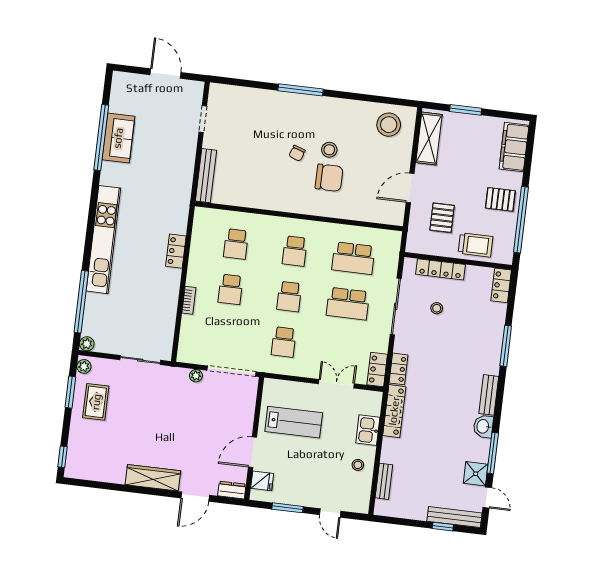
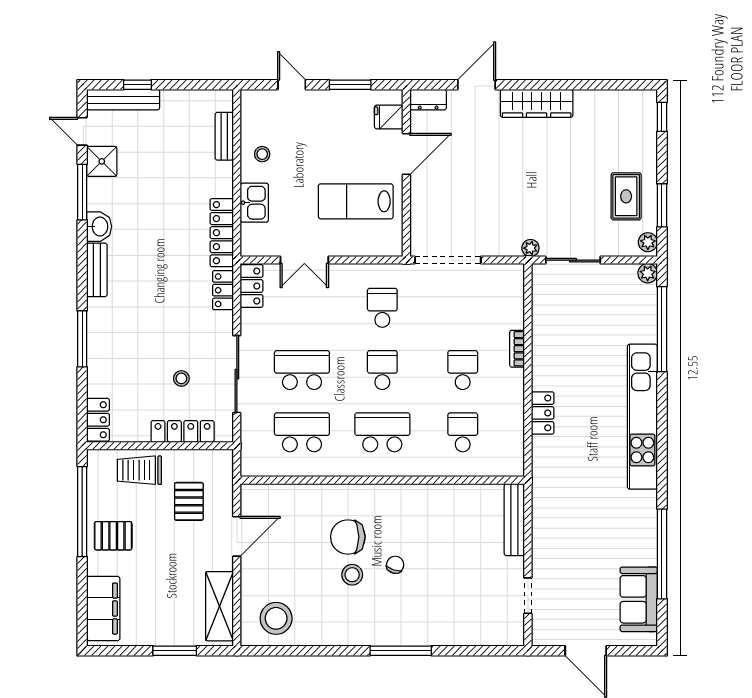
sofa: (118, 138) -> (639, 599), moved
school desk: (295, 251) -> (382, 432), width x1.85
plant: (196, 376) -> (530, 248), moved

